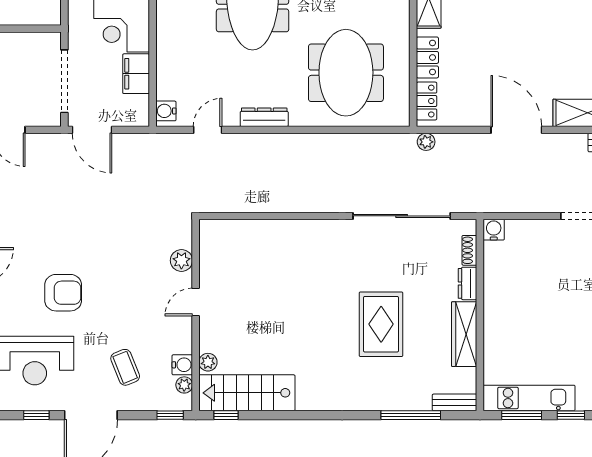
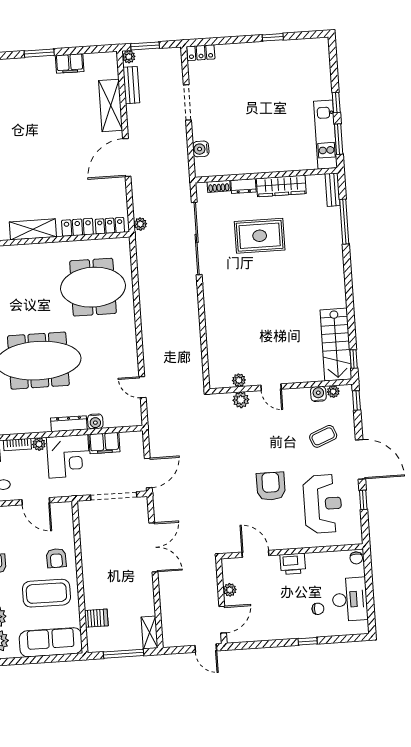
water cooler: (166, 111) -> (95, 421), moved
dresser: (264, 117) -> (69, 424), moved, turned 90
water cooler: (494, 230) -> (201, 149), moved
rug: (381, 324) -> (260, 236), moved
plant: (208, 362) -> (239, 380), moved

